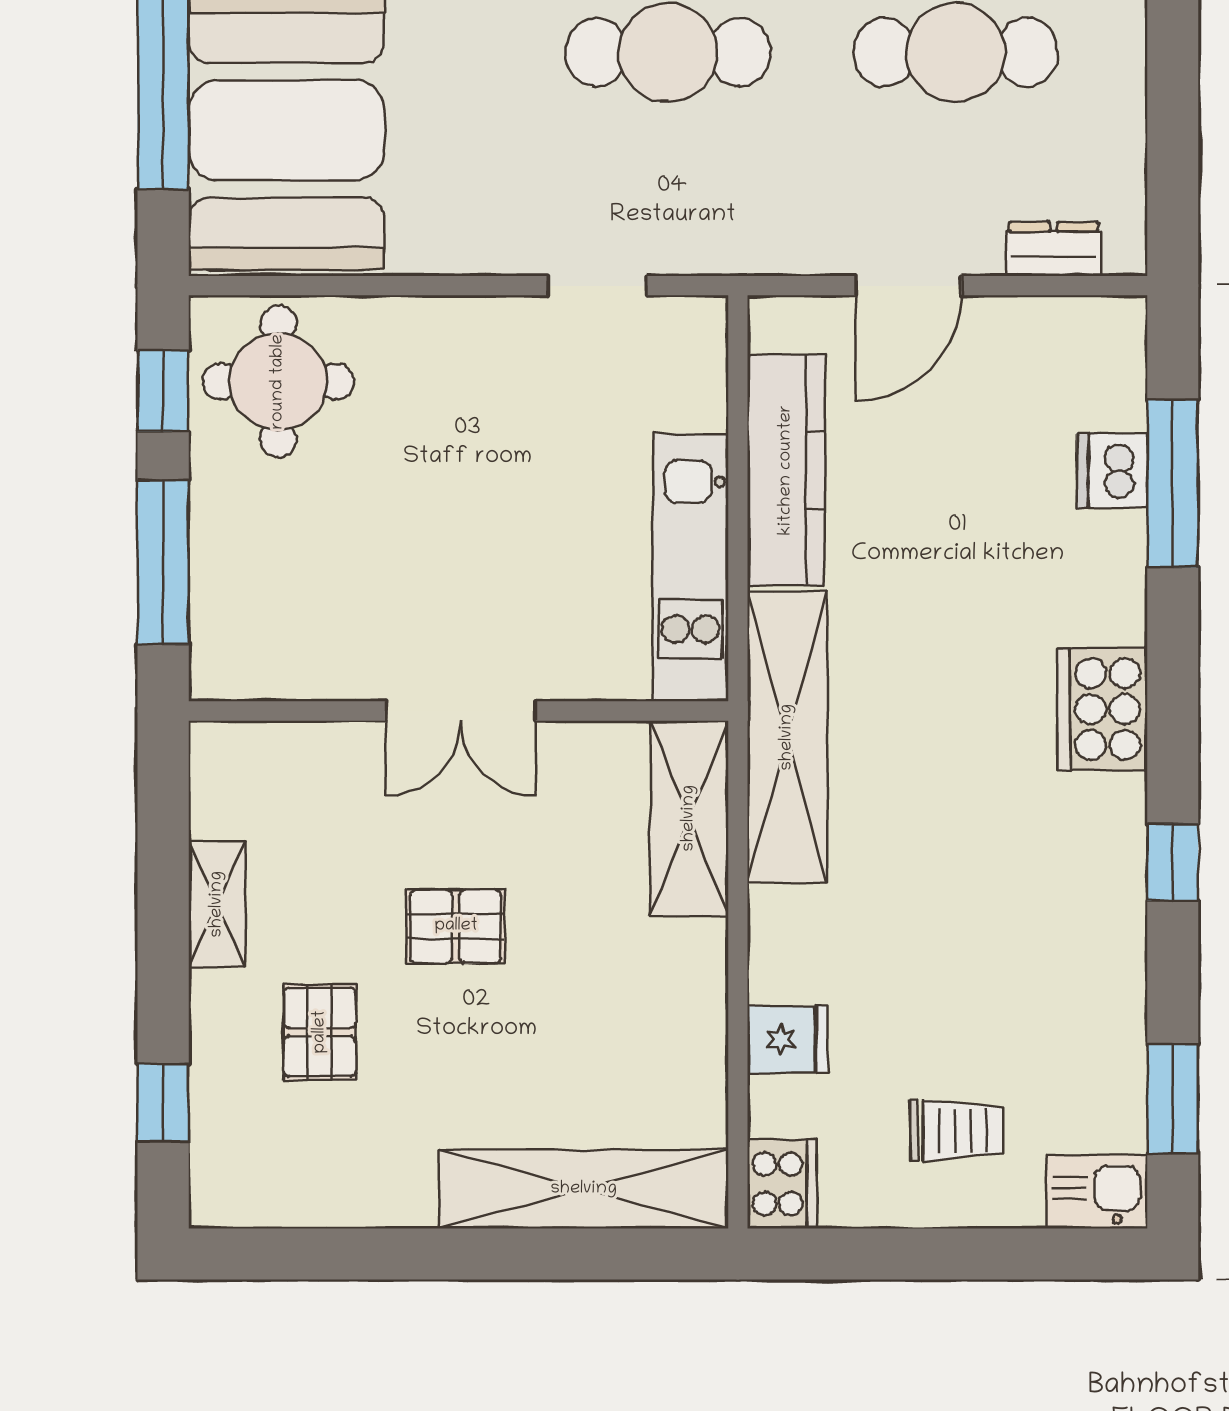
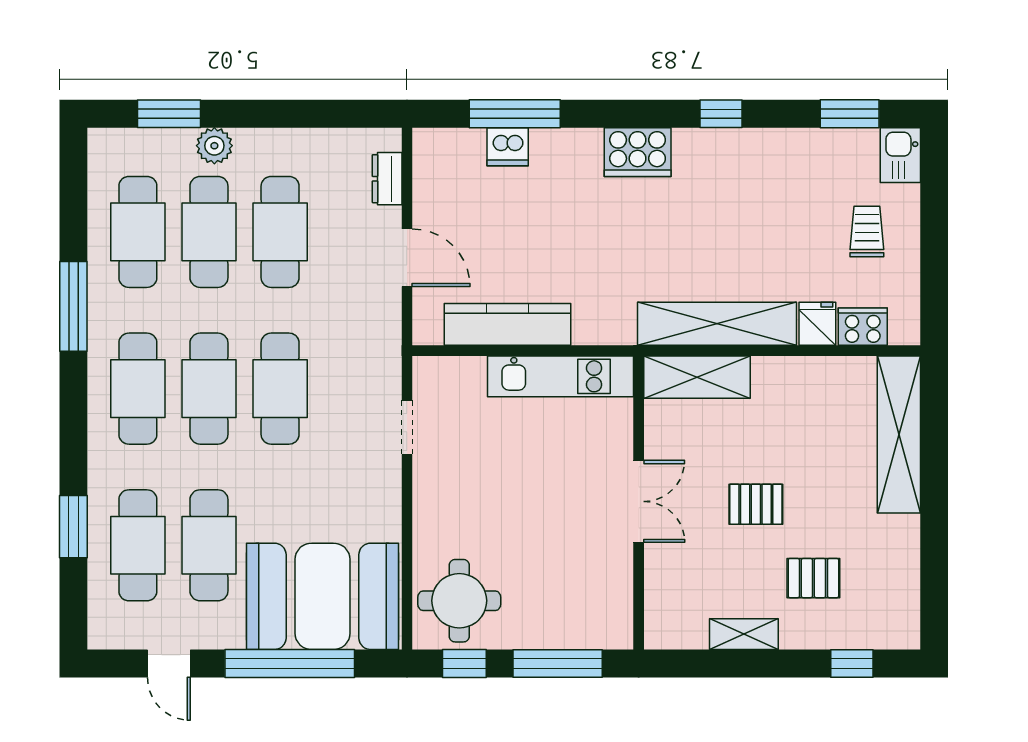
shelving: (787, 737) -> (717, 324), moved
pallet: (456, 926) -> (756, 504), turned 90
cooker: (782, 1184) -> (863, 327), moved

